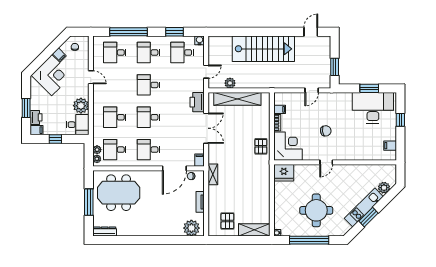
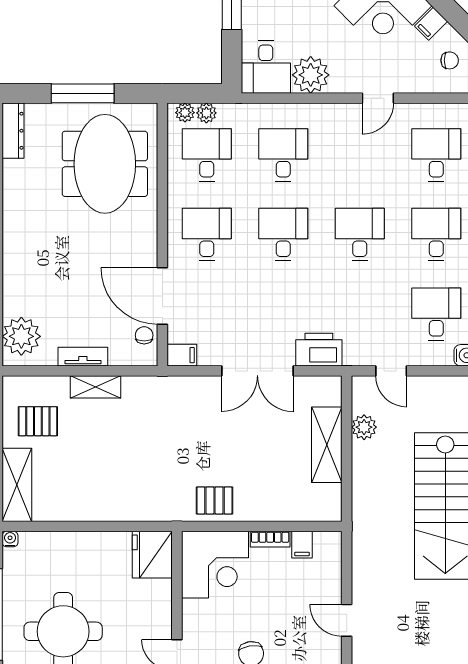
shelving: (237, 99) -> (327, 445), width x0.68
shelving: (213, 174) -> (95, 387), moved

